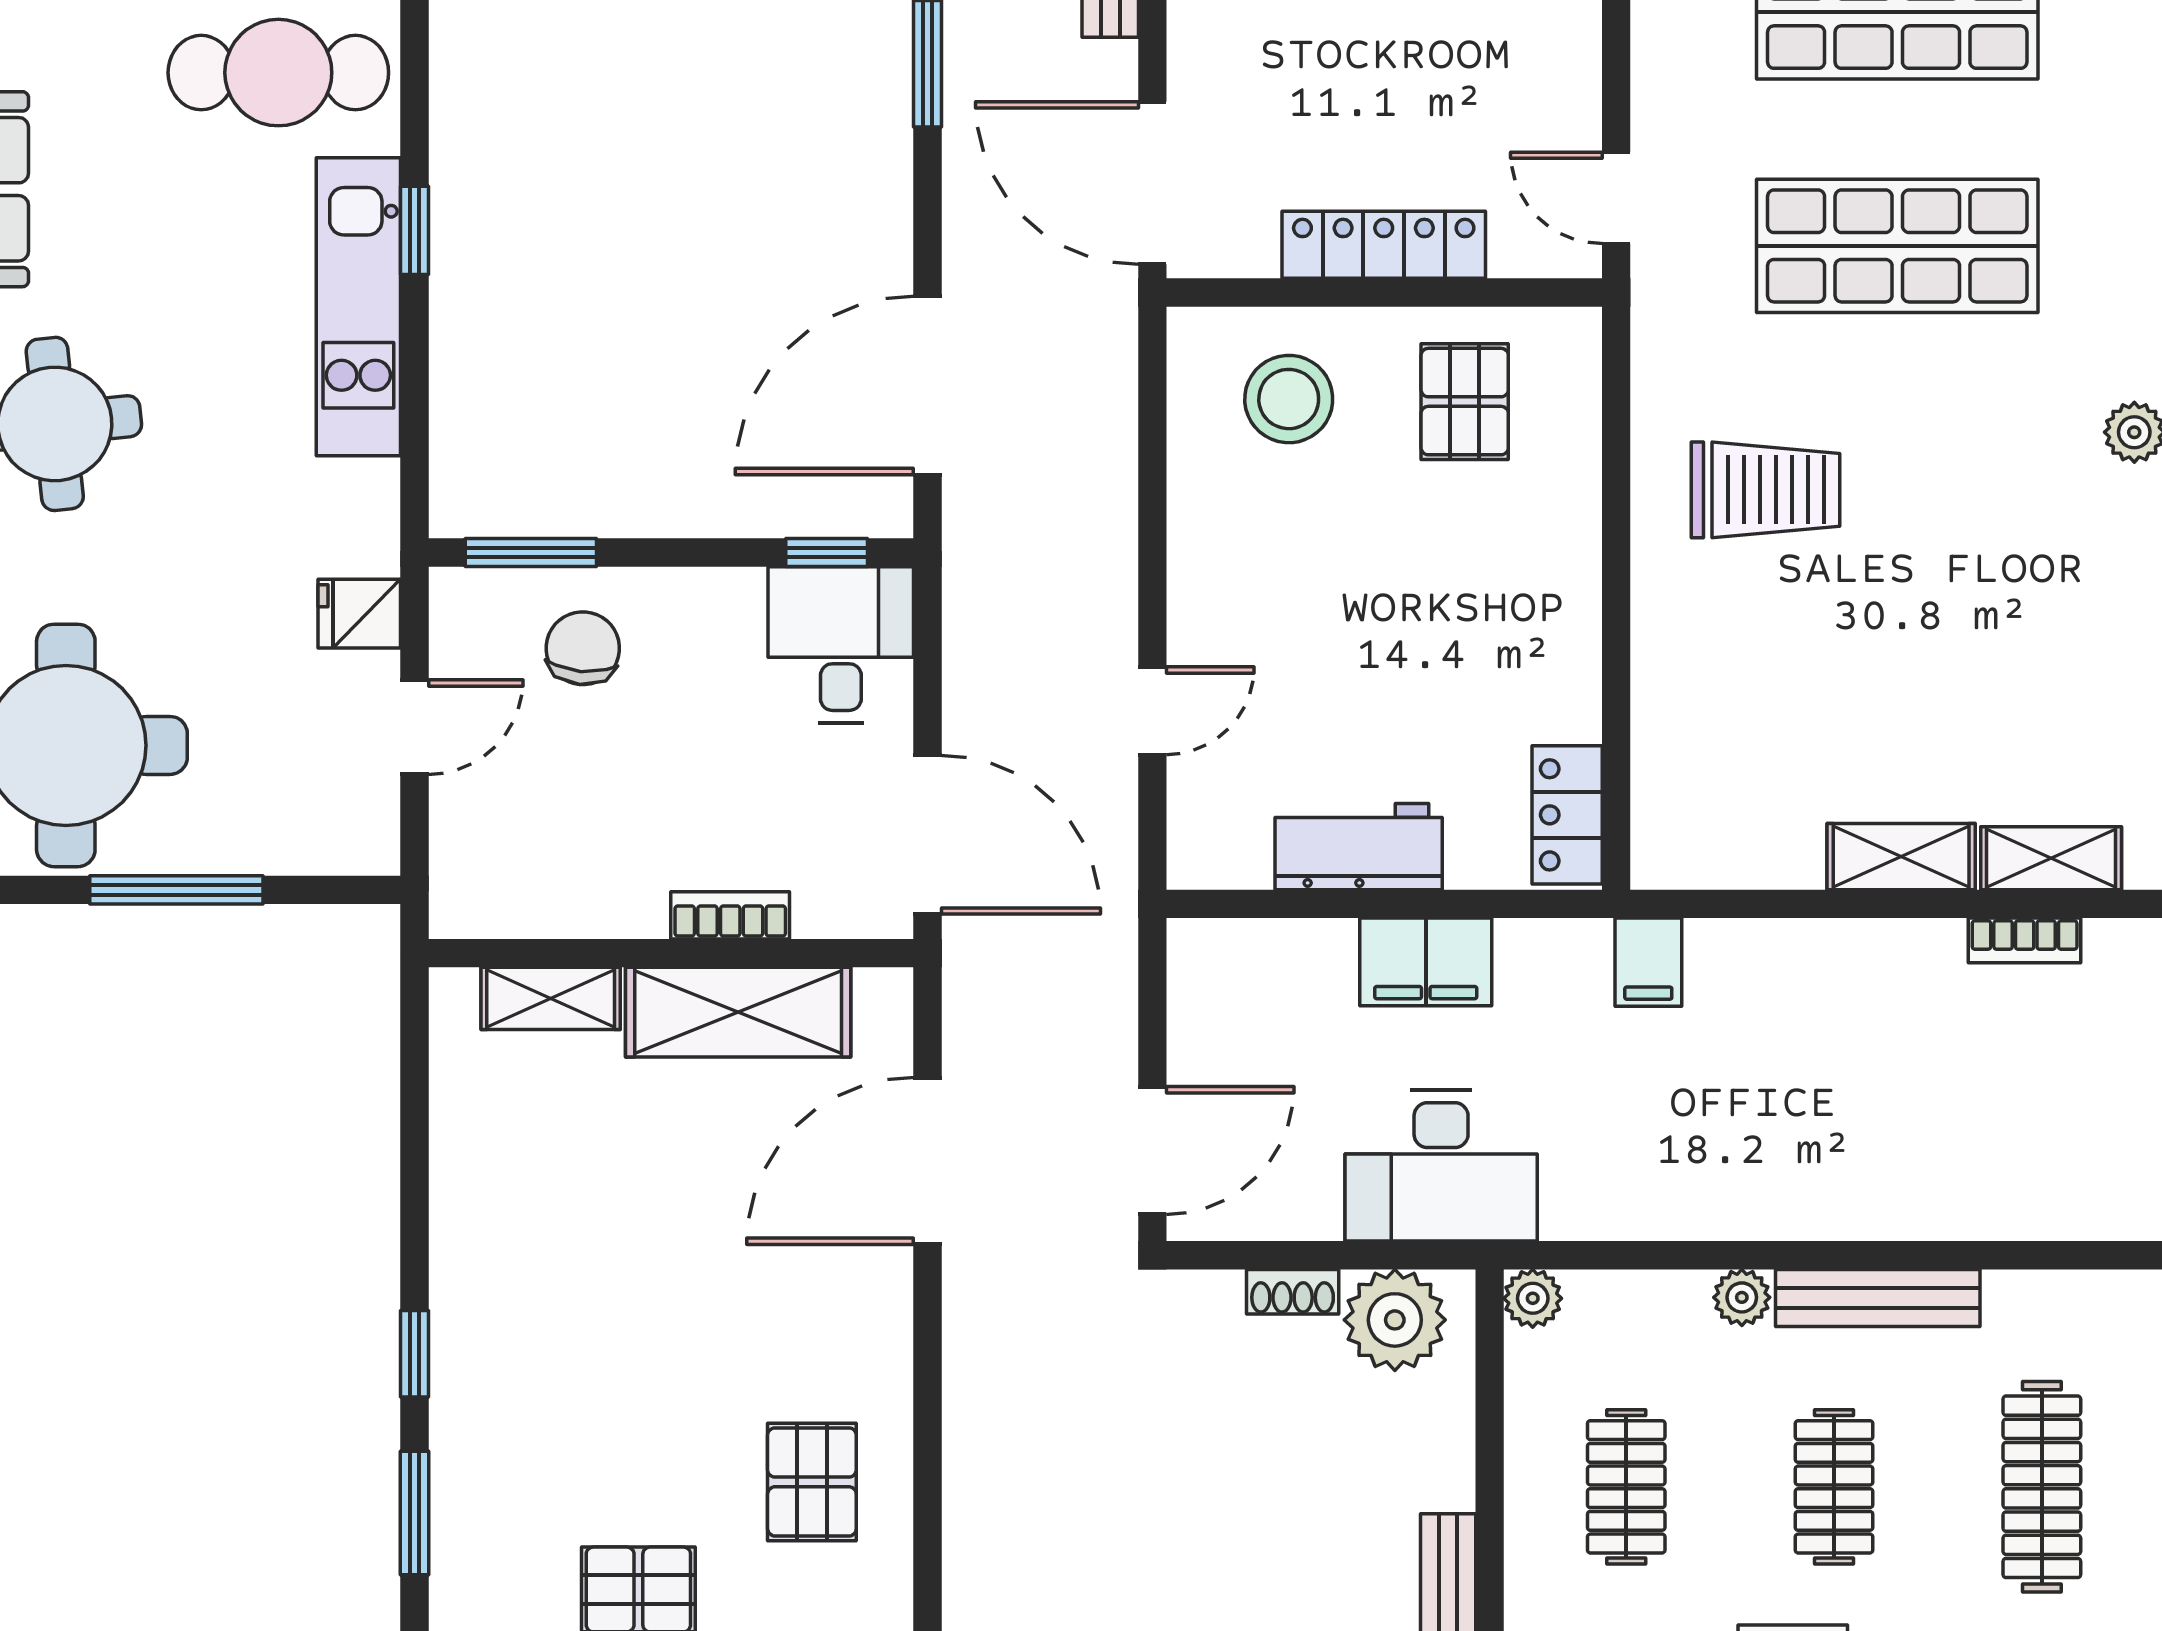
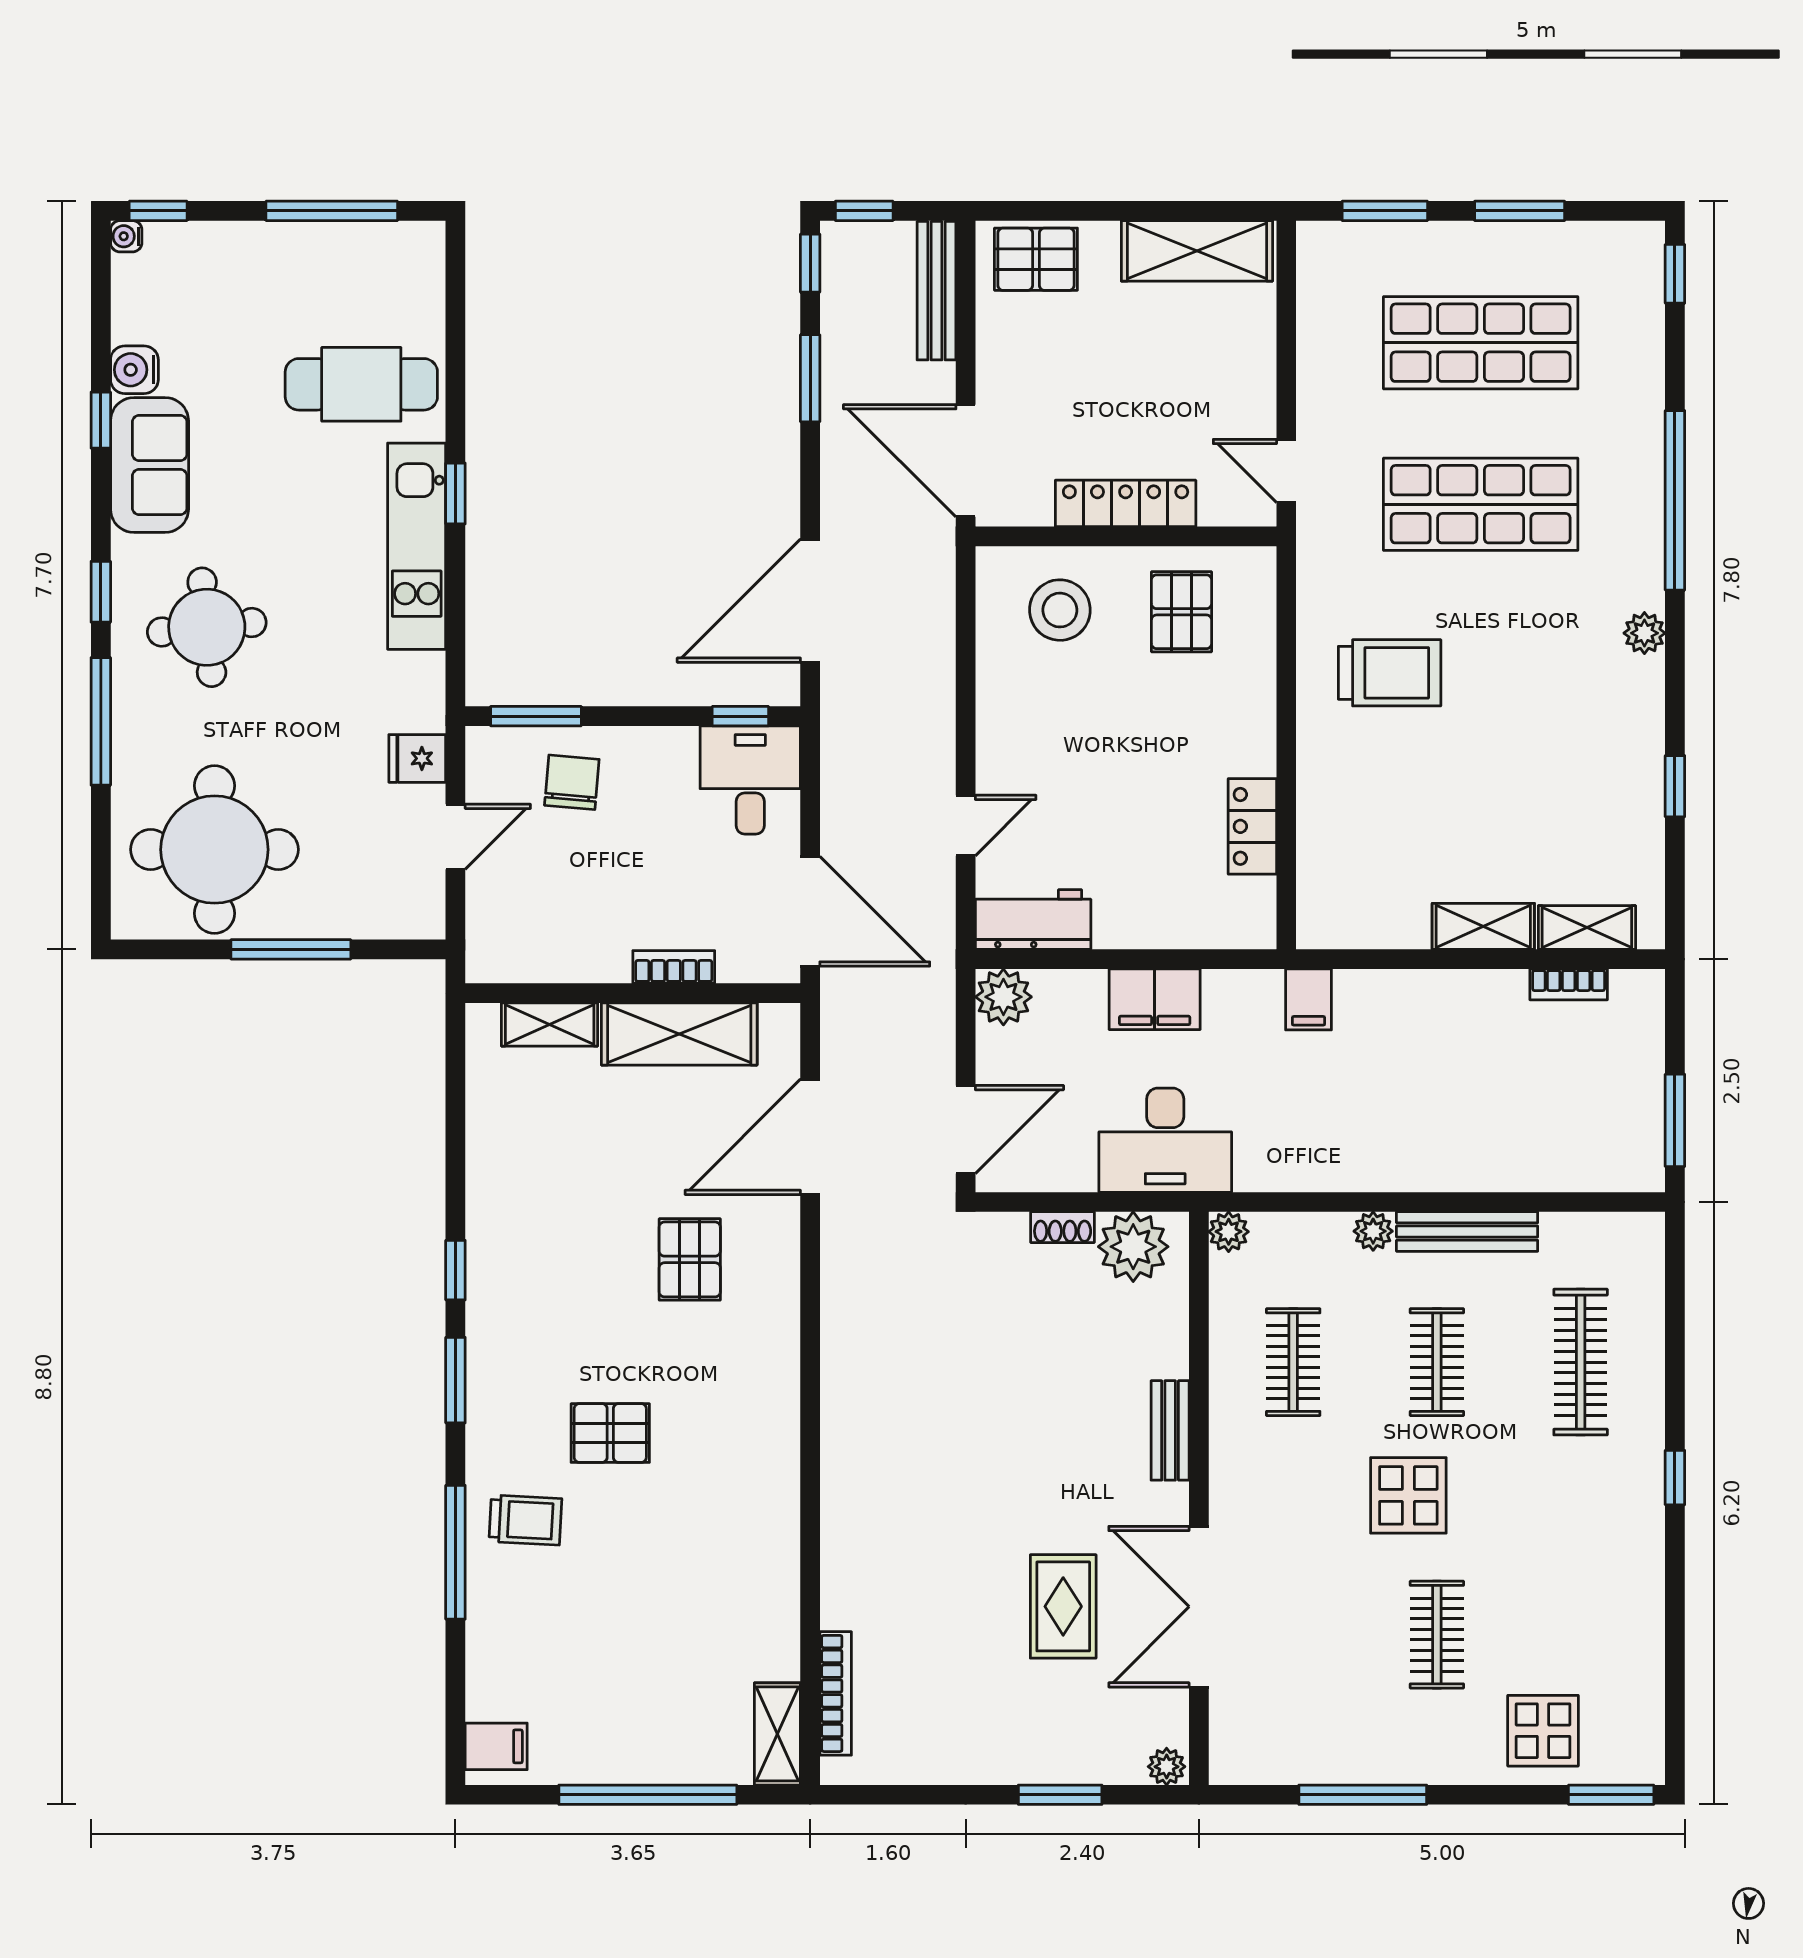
locker: (1567, 815) -> (1252, 826), moved
workbench: (1359, 847) -> (1033, 920), moved
plant: (1207, 959) -> (1003, 997), added
pallet: (812, 1482) -> (690, 1259), moved

